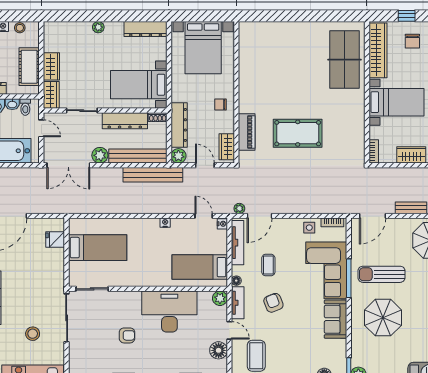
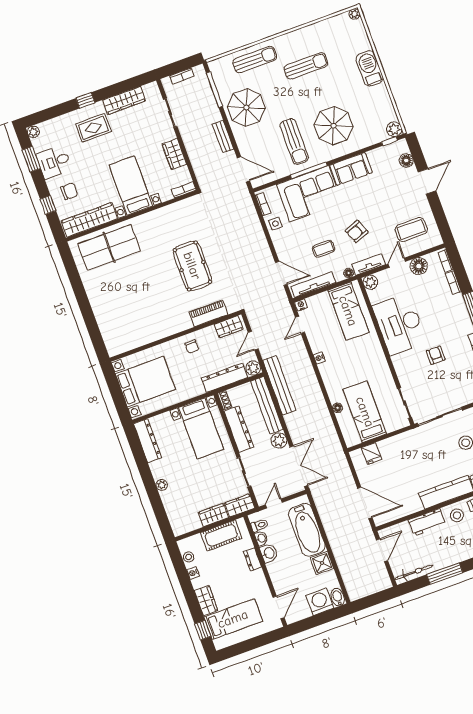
plant: (239, 208) -> (281, 294), removed
floor lamp: (111, 223) -> (338, 408), added

